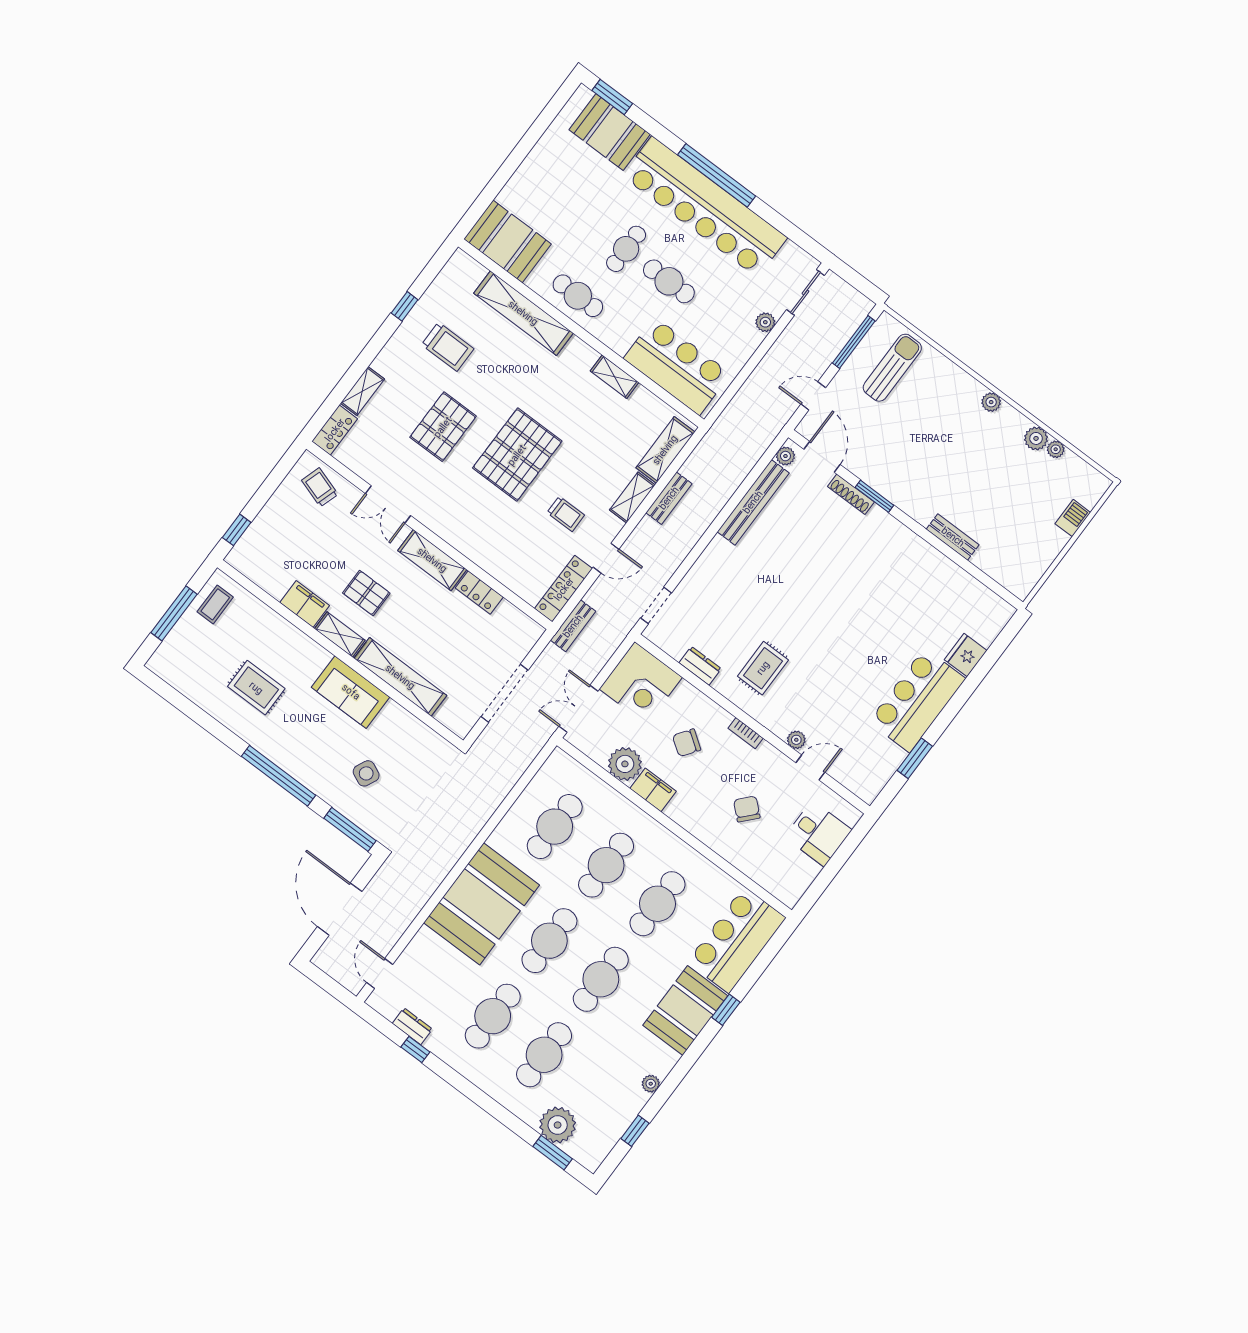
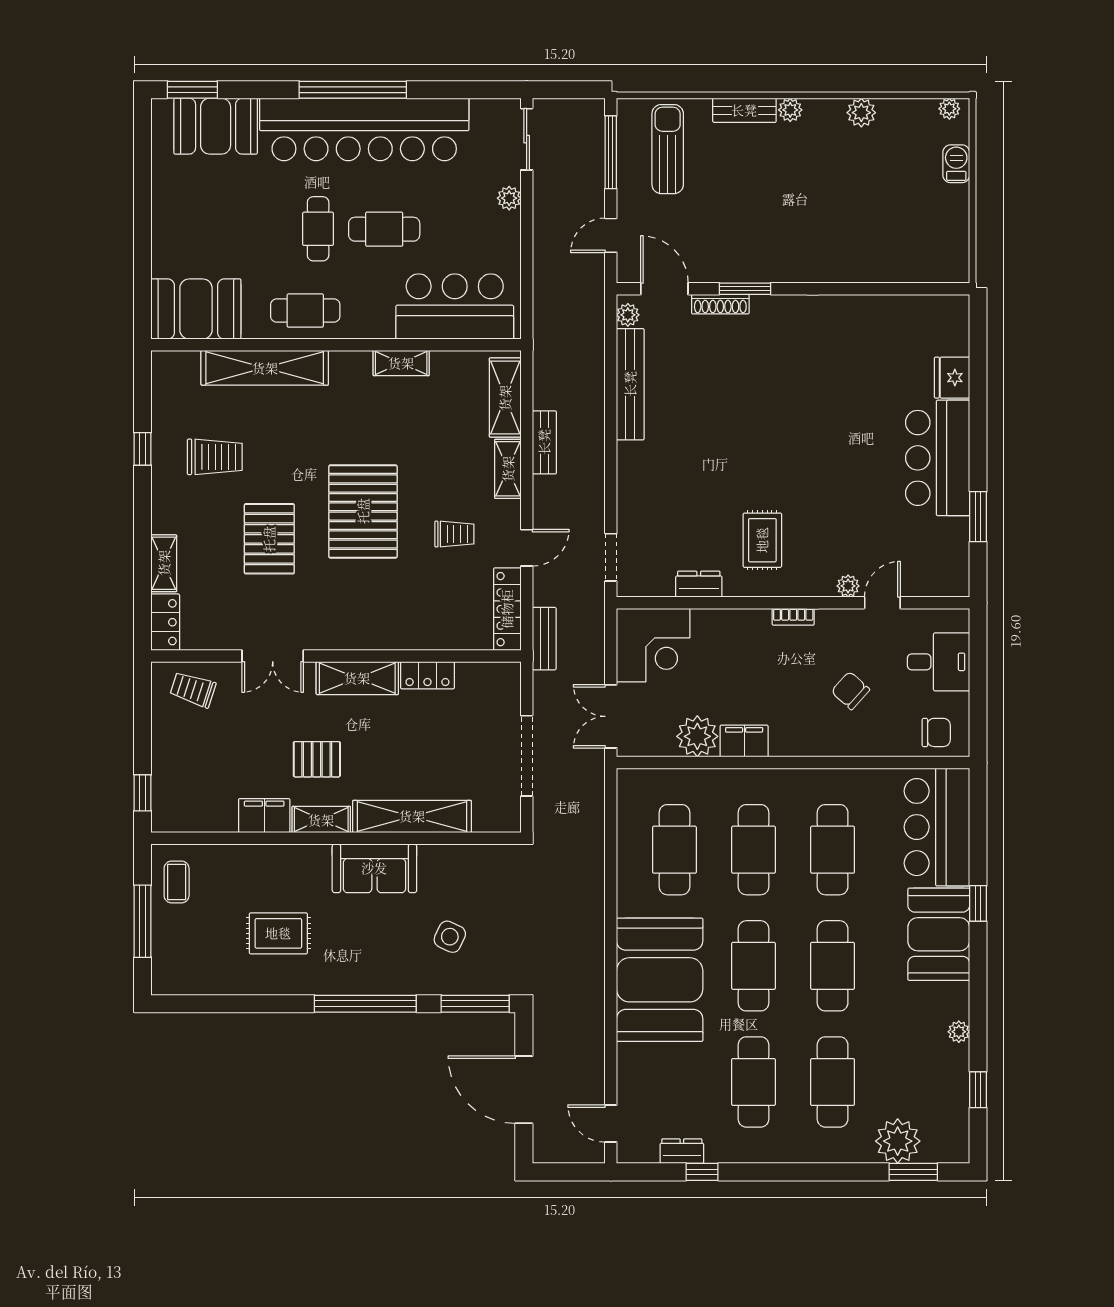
plant: (1056, 449) -> (949, 109), moved
bench: (953, 537) -> (744, 110), moved
chair: (687, 743) -> (936, 732), moved, turned -125

